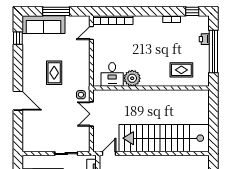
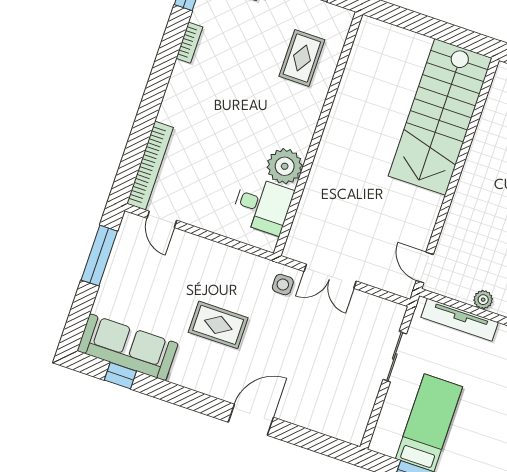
window: (56, 11) -> (99, 256), moved
sofa: (44, 25) -> (128, 347), moved, turned -90
stairs: (164, 138) -> (440, 117), width x0.73

